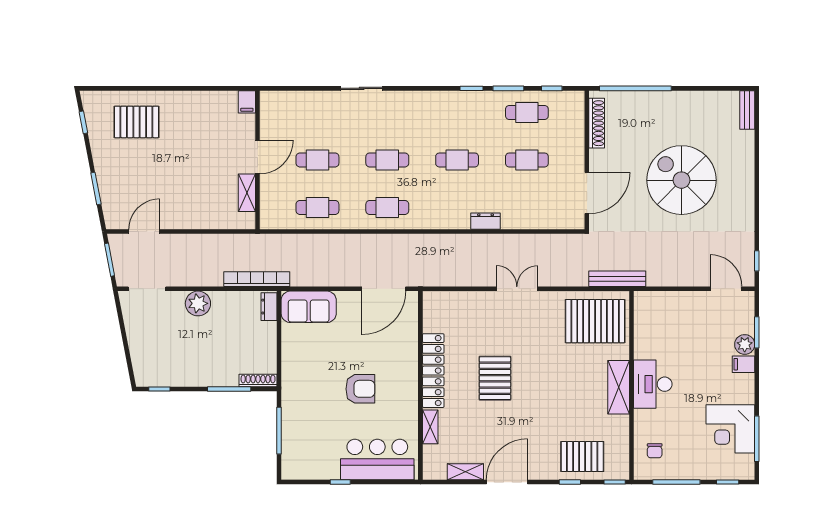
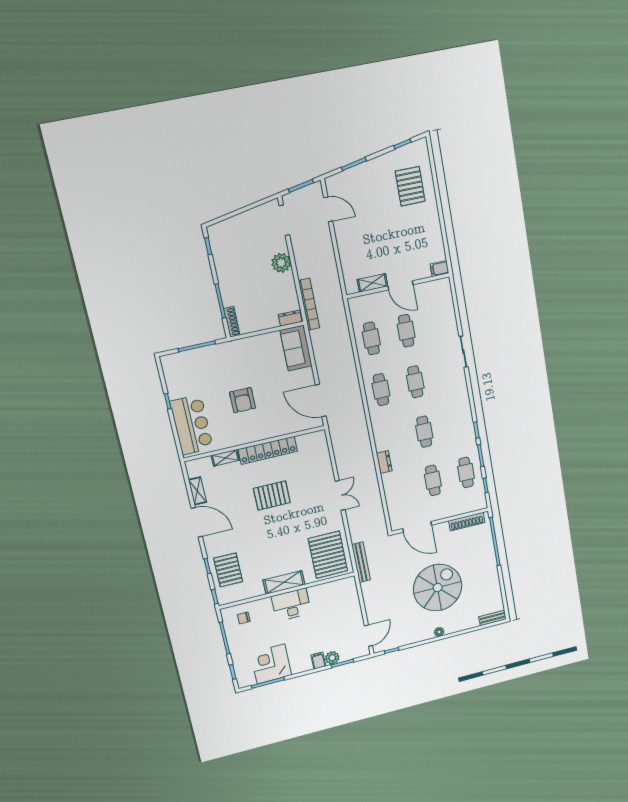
plant: (747, 189) -> (439, 632), added

